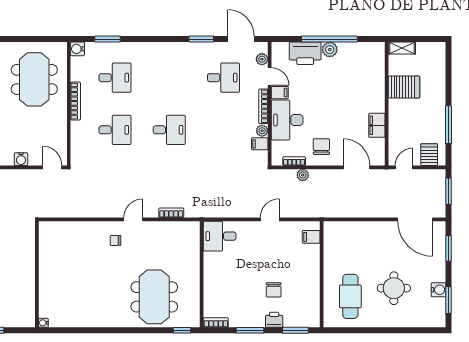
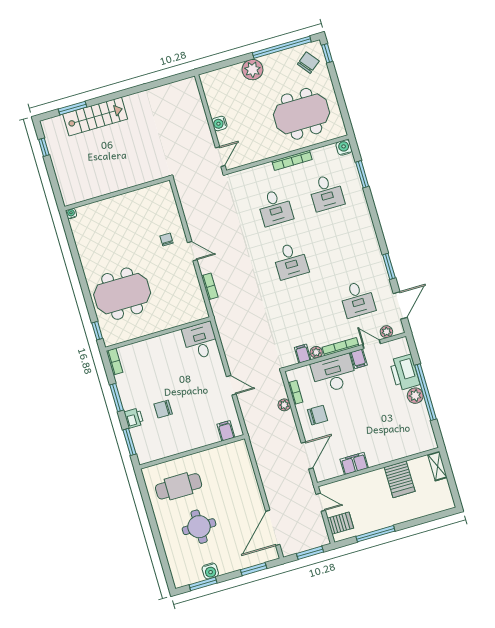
door: (270, 76) -> (372, 344), swing flipped
wall: (37, 274) -> (117, 193), moved
water cooler: (43, 323) -> (71, 214), moved

